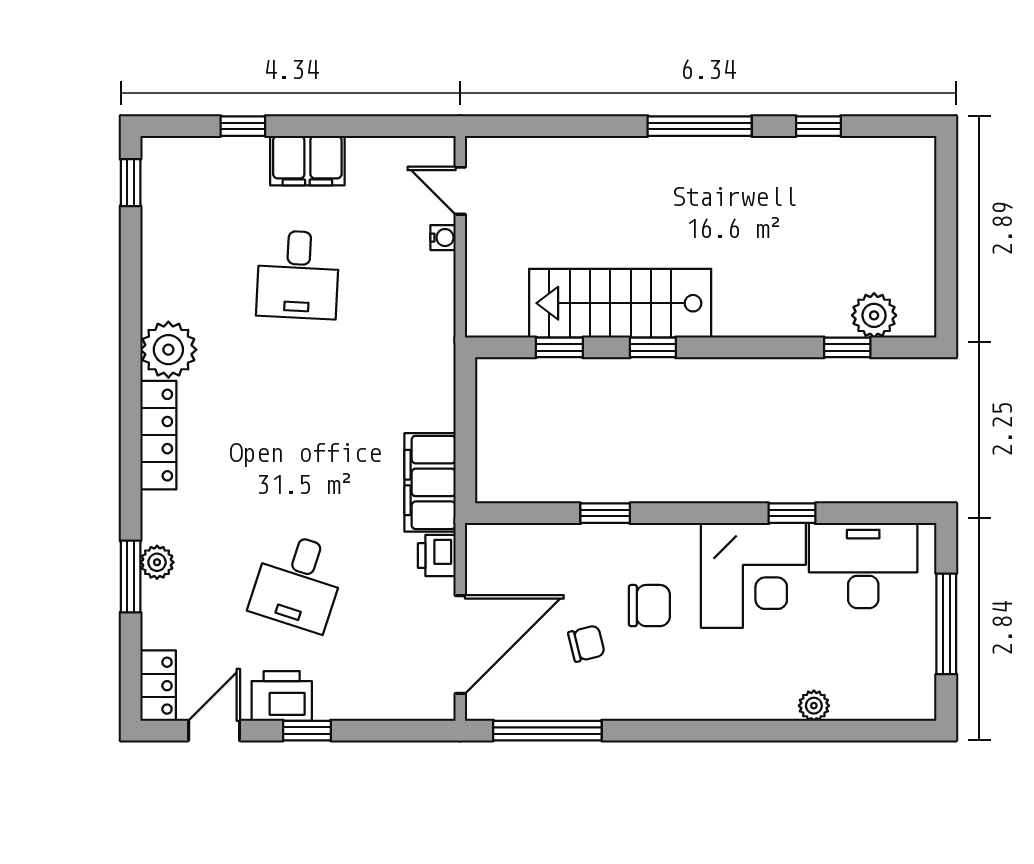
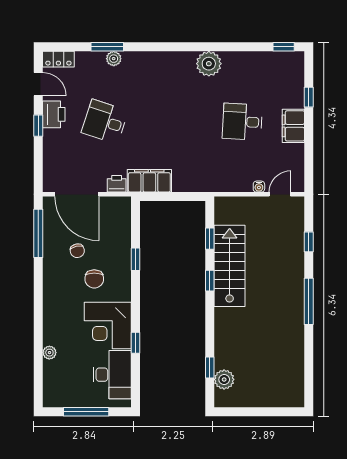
window: (818, 126) -> (309, 242), moved
locker: (158, 435) -> (171, 59), removed

